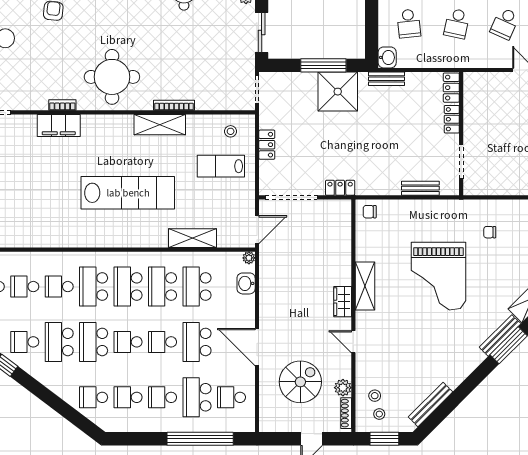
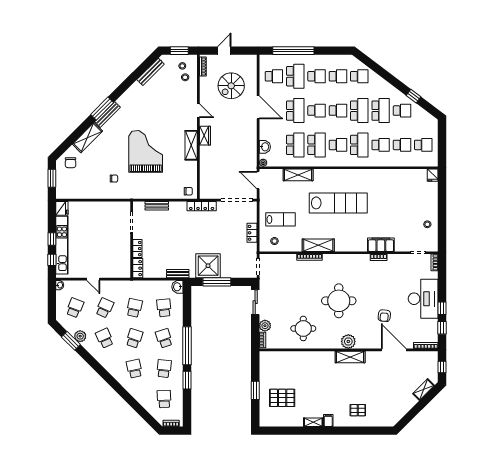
round table: (112, 77) -> (339, 301), moved
locker: (340, 188) -> (202, 206), width x1.53
lab bench: (128, 193) -> (338, 203), turned 180
door: (257, 230) -> (258, 180), hinge flipped
school desk: (128, 287) -> (338, 145), width x0.54
plant: (343, 388) -> (205, 82), removed

